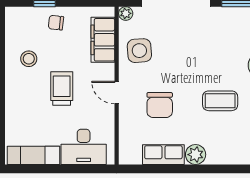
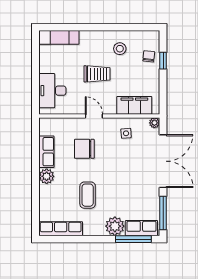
chair: (56, 23) -> (149, 56), moved
side table: (139, 51) -> (126, 133), width x0.54, depth x0.54
door: (117, 92) -> (94, 116), hinge flipped
exam couch: (34, 155) -> (59, 37), moved, turned 90

